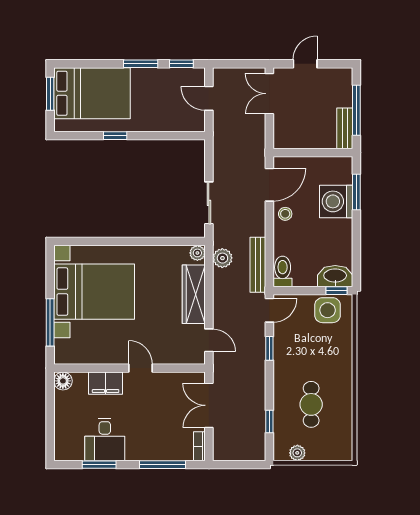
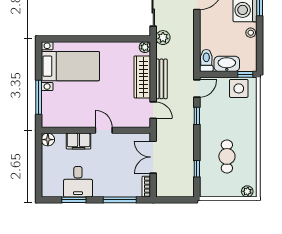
stool: (285, 214) -> (251, 33), moved
plant: (222, 258) -> (163, 38), moved
bench: (258, 265) -> (161, 79), moved
washbasin: (335, 276) -> (227, 64), moved
bed with nightstands: (94, 292) -> (70, 66), width x0.73
plant: (297, 453) -> (247, 191), moved

